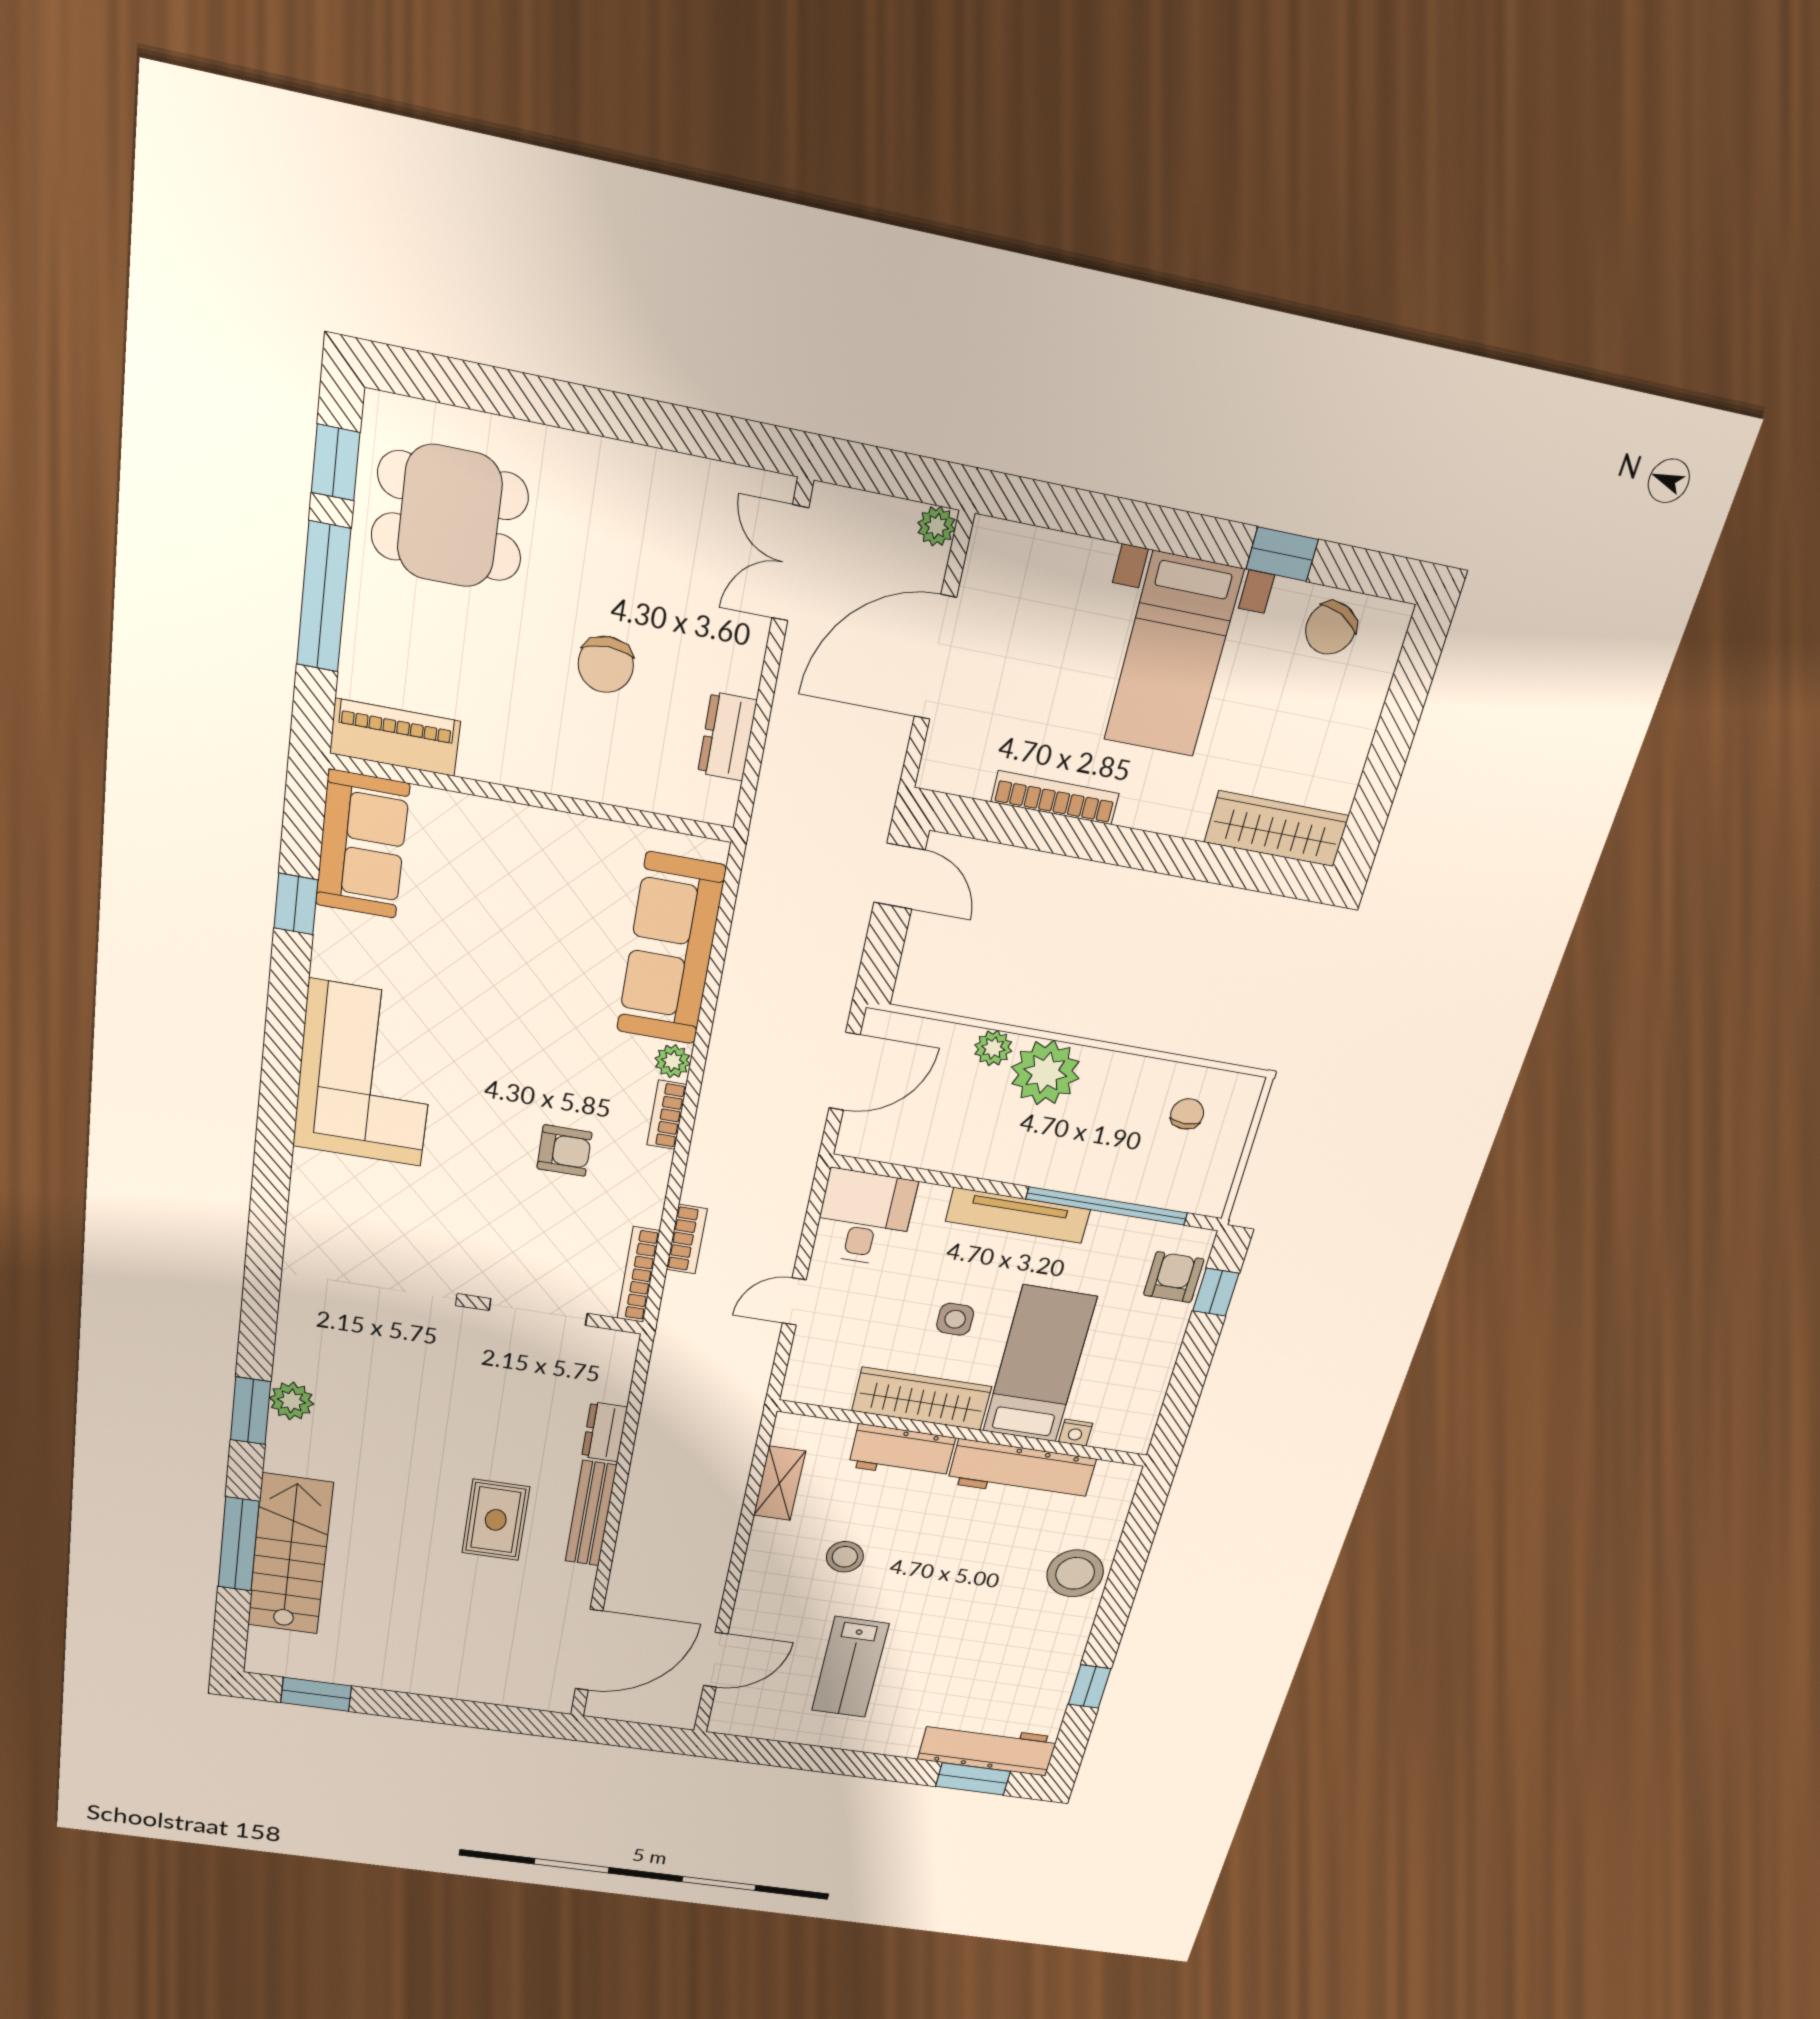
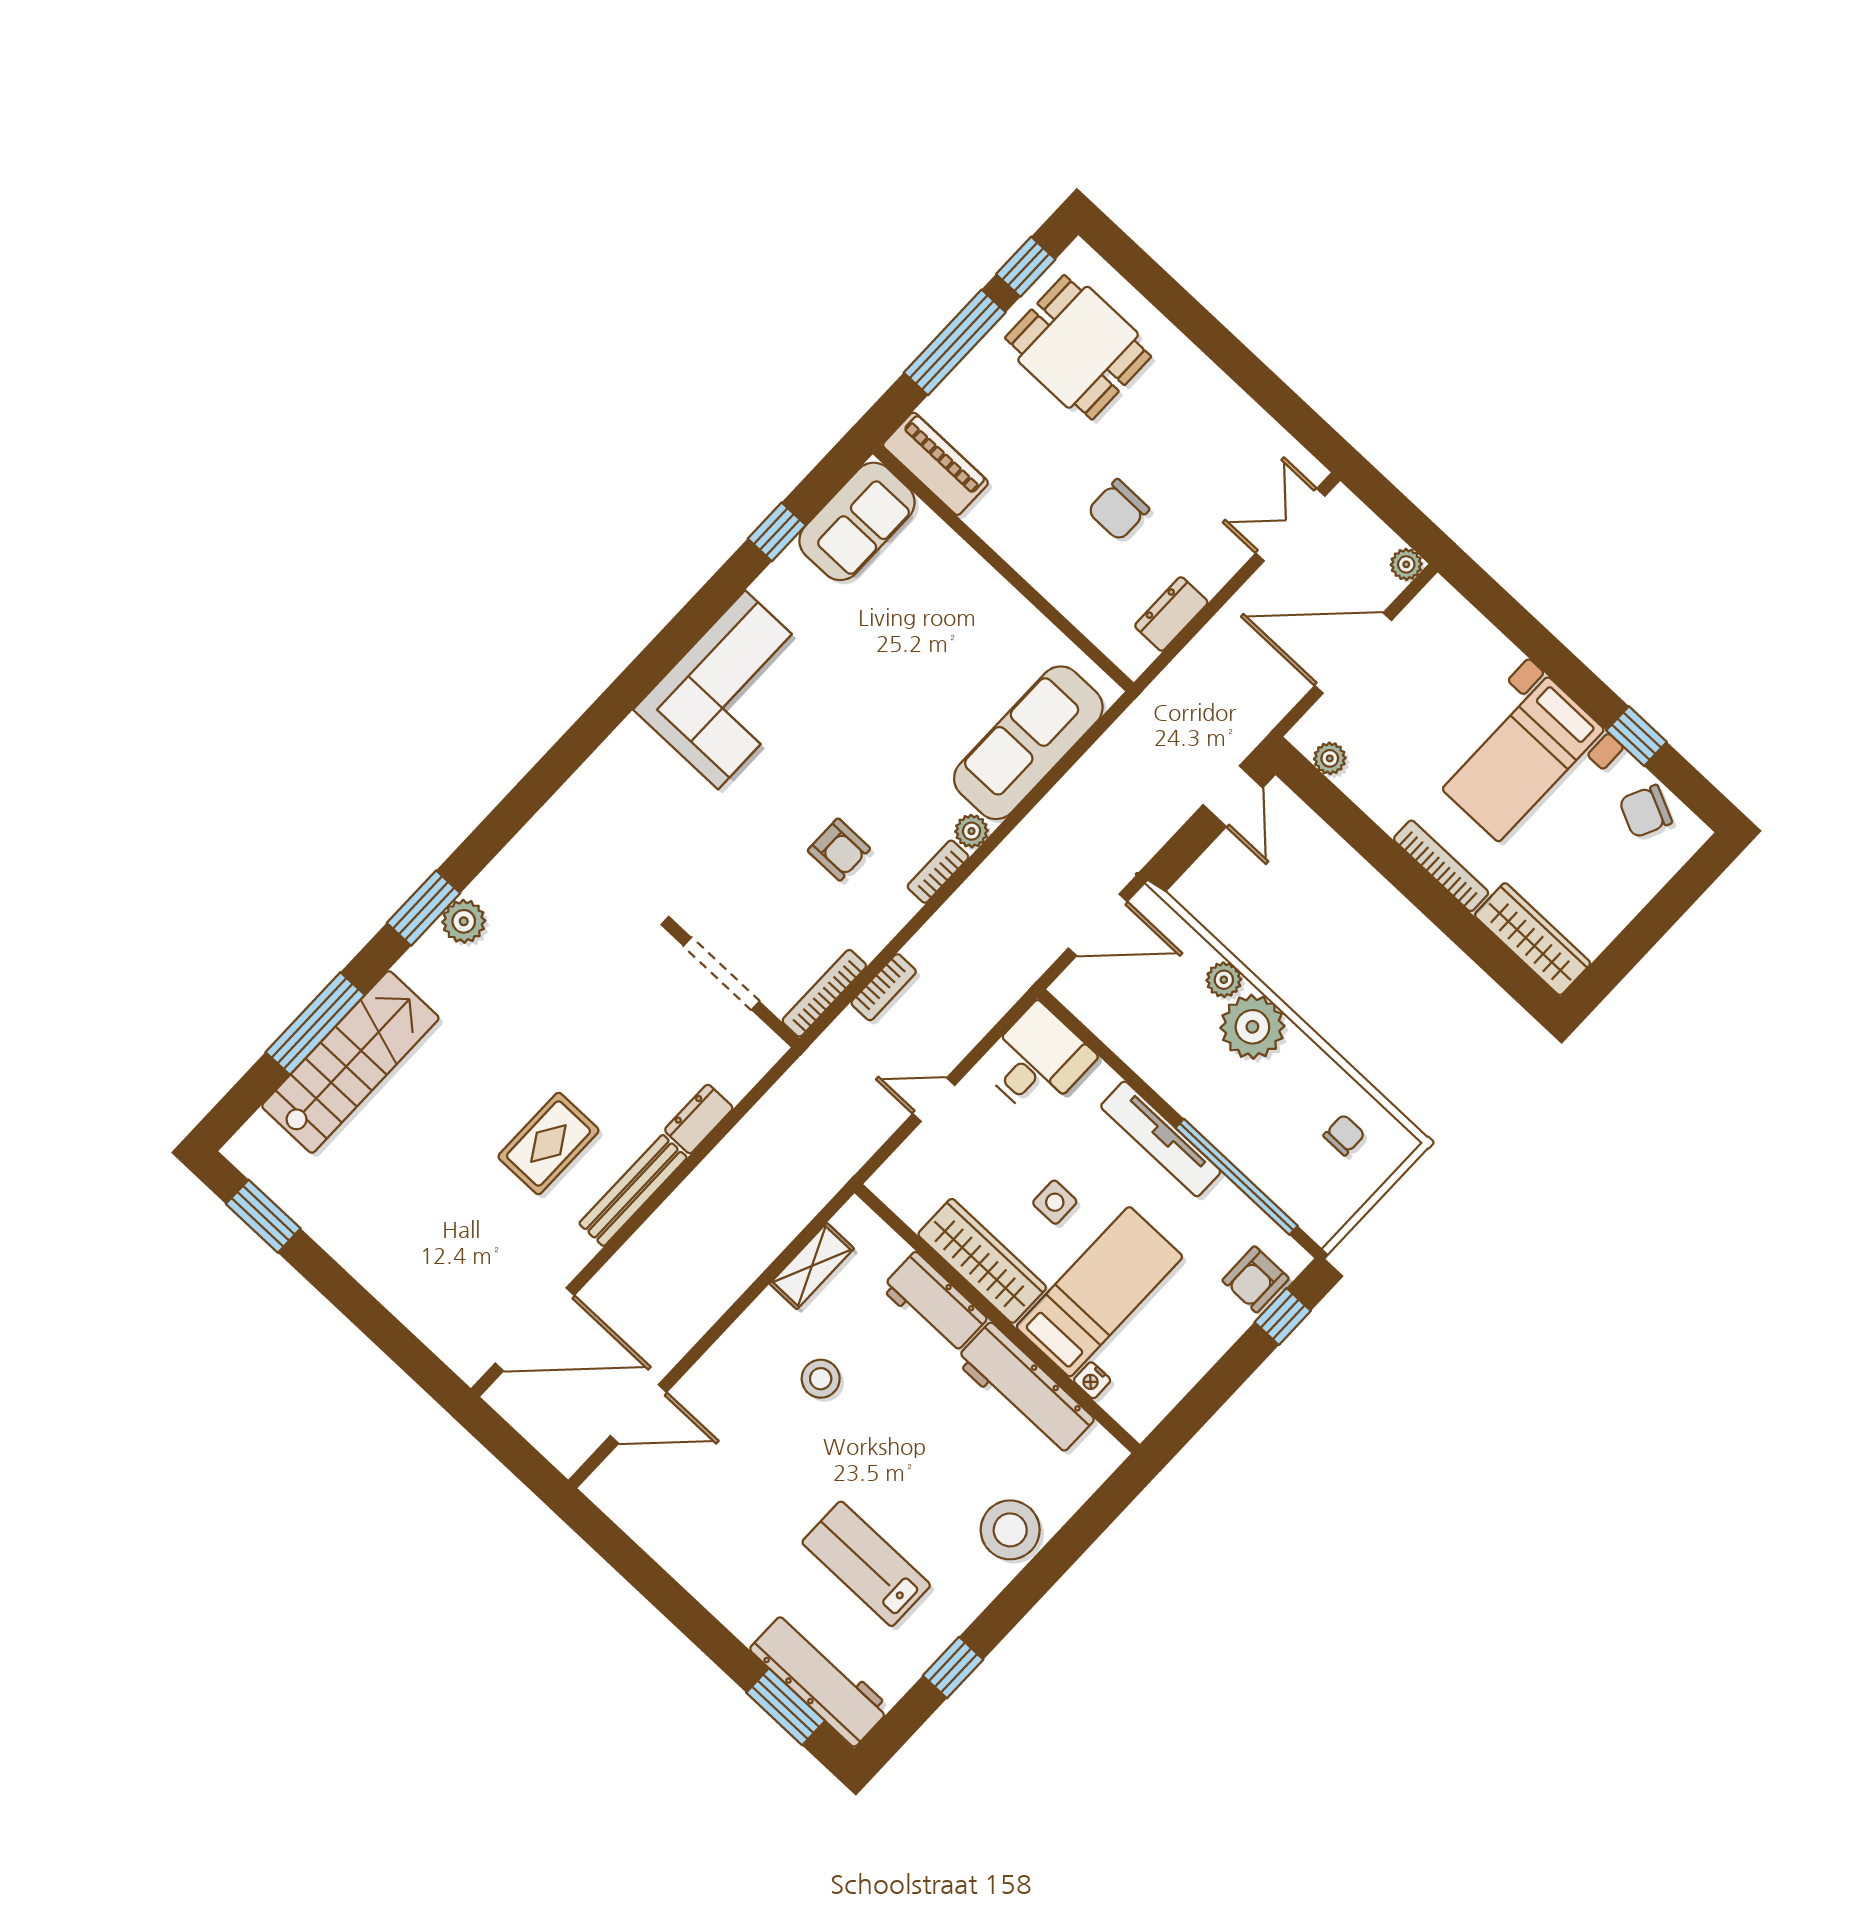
plant: (973, 780) -> (1330, 758), added
bookcase: (1055, 798) -> (1441, 866), moved
armchair: (1174, 1277) -> (1256, 1279), turned 180
lab bench: (850, 1667) -> (866, 1564), moved, turned 90

